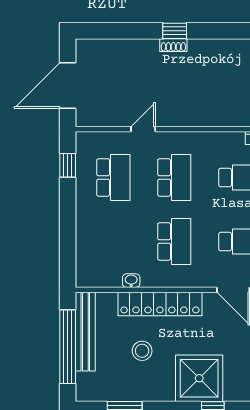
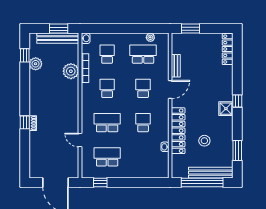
school desk: (174, 242) -> (143, 123), width x0.54
bench: (85, 332) -> (211, 173), moved
shower: (199, 378) -> (226, 109), width x0.54, depth x0.54

